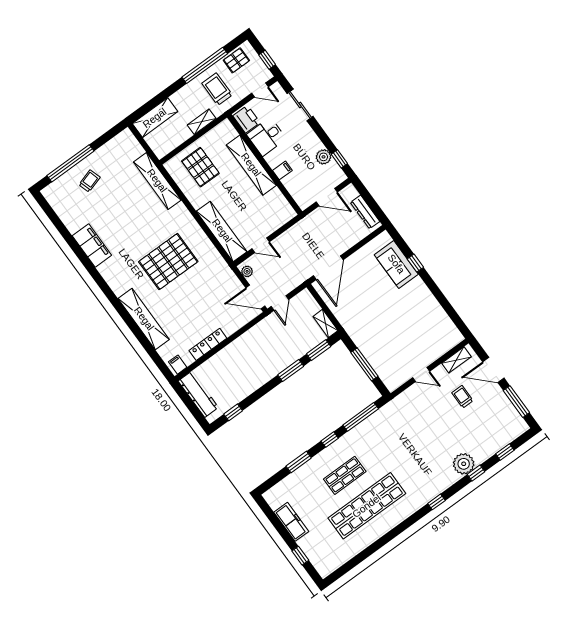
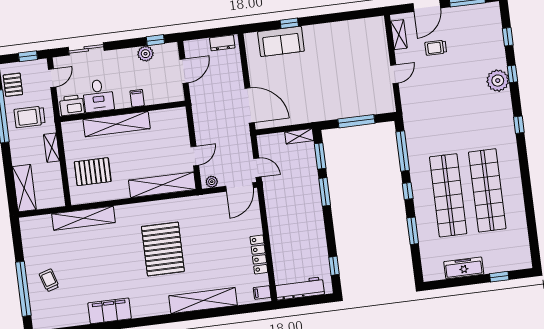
dresser: (365, 212) -> (222, 43), width x0.70
shop shelf: (345, 475) -> (448, 195), width x2.00, depth x1.36

